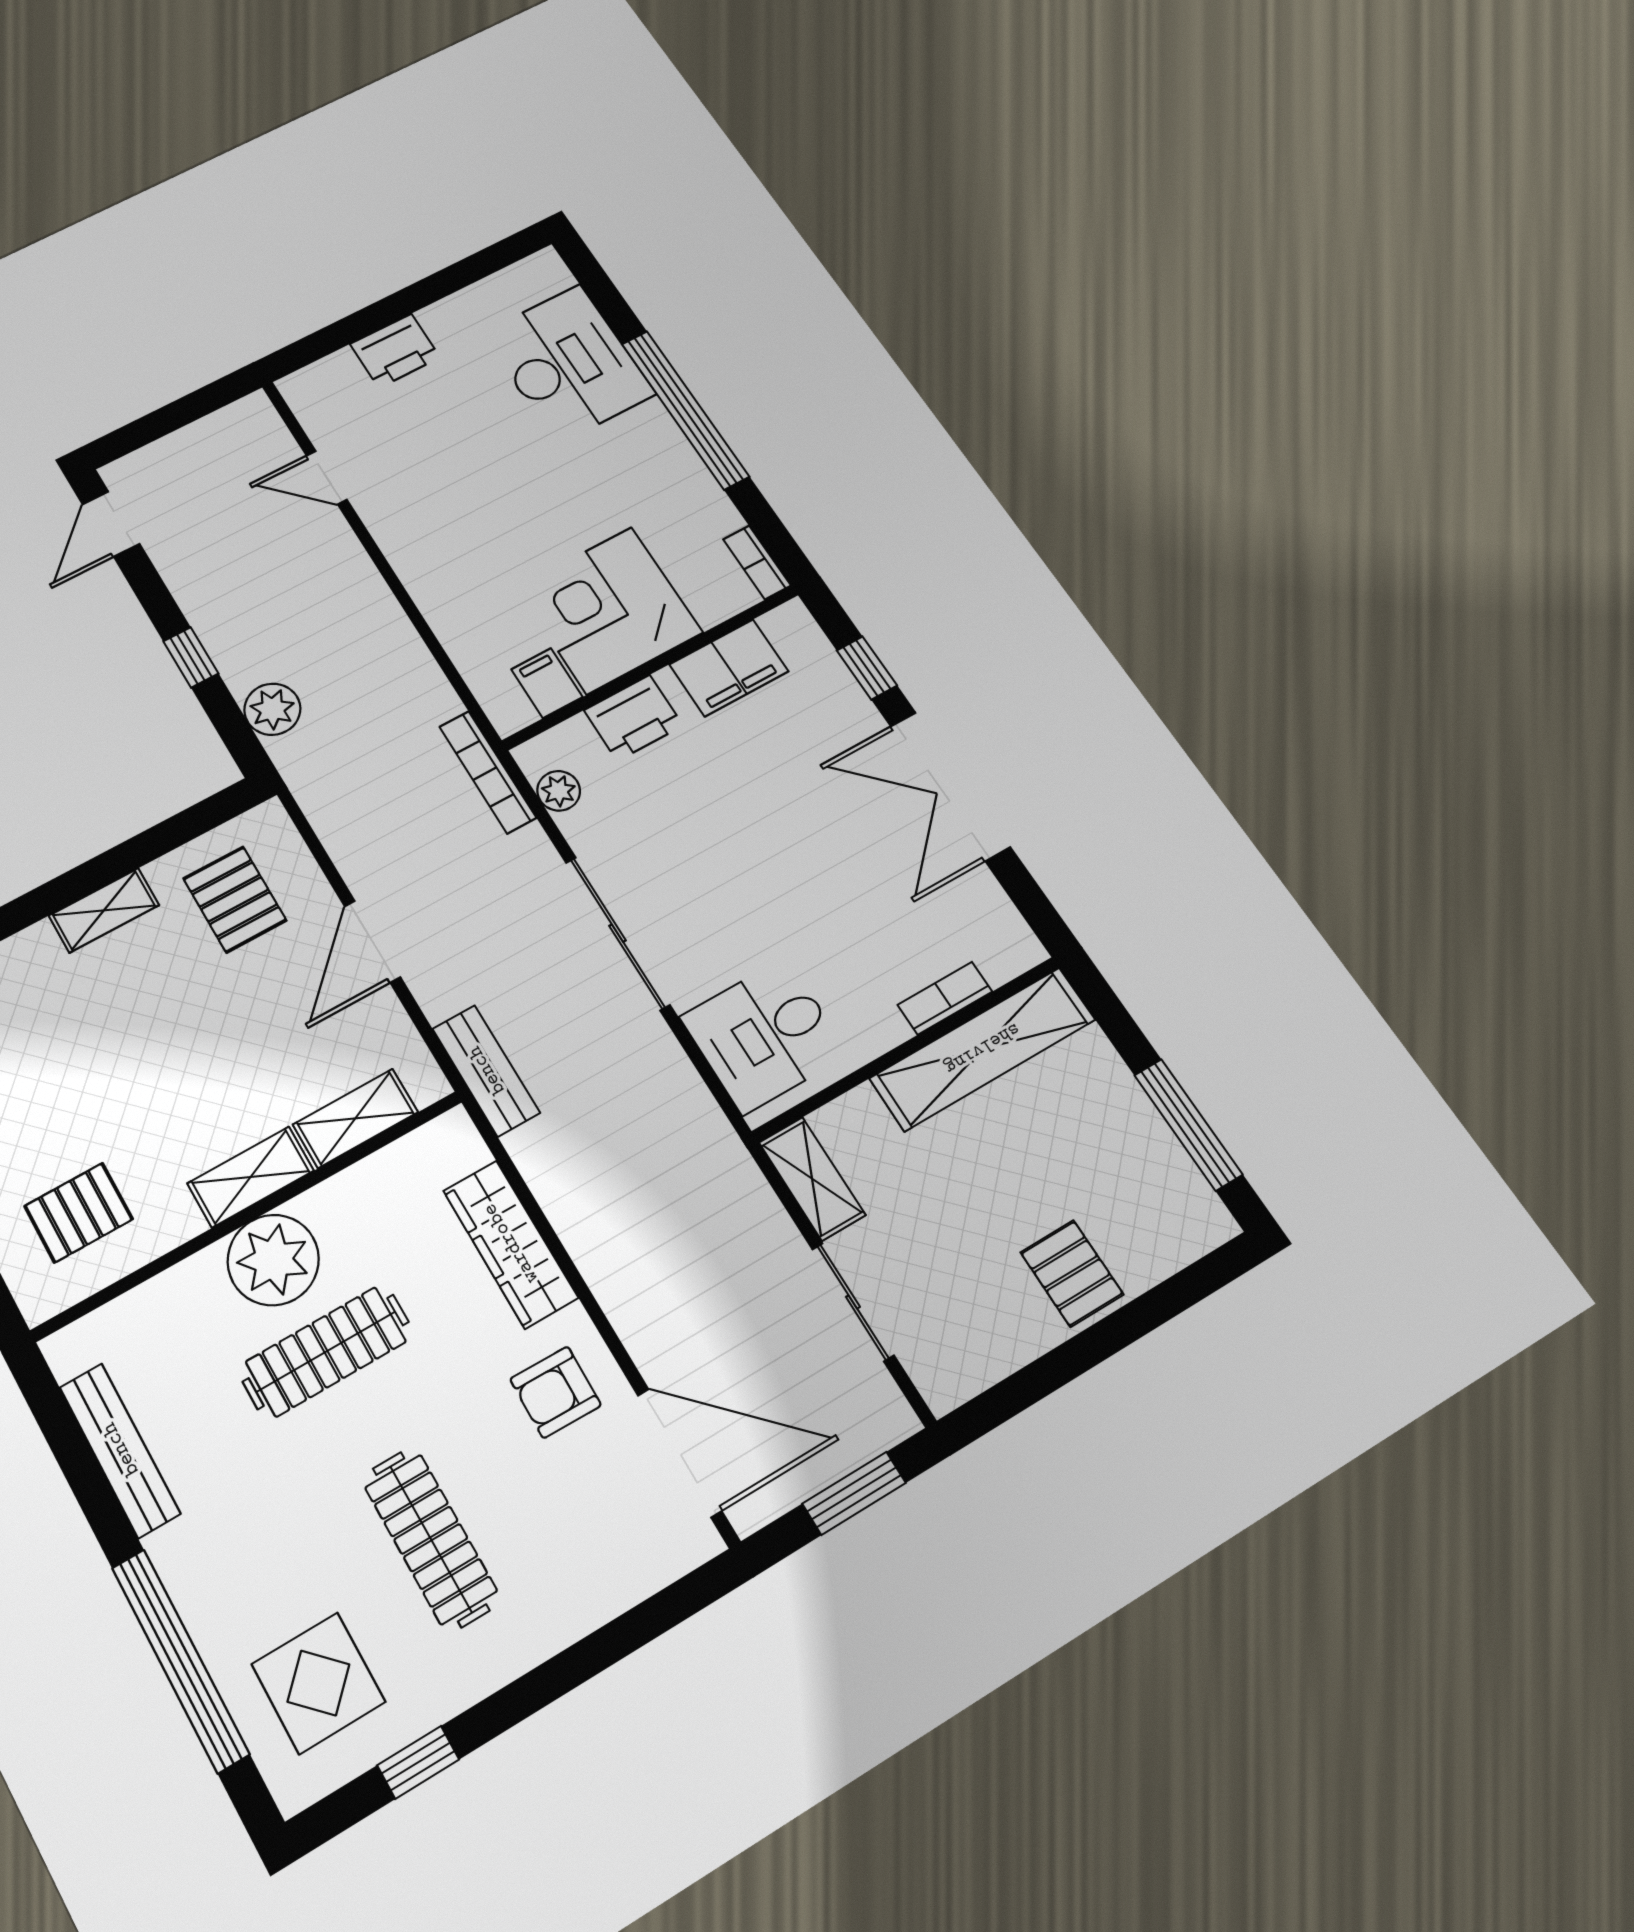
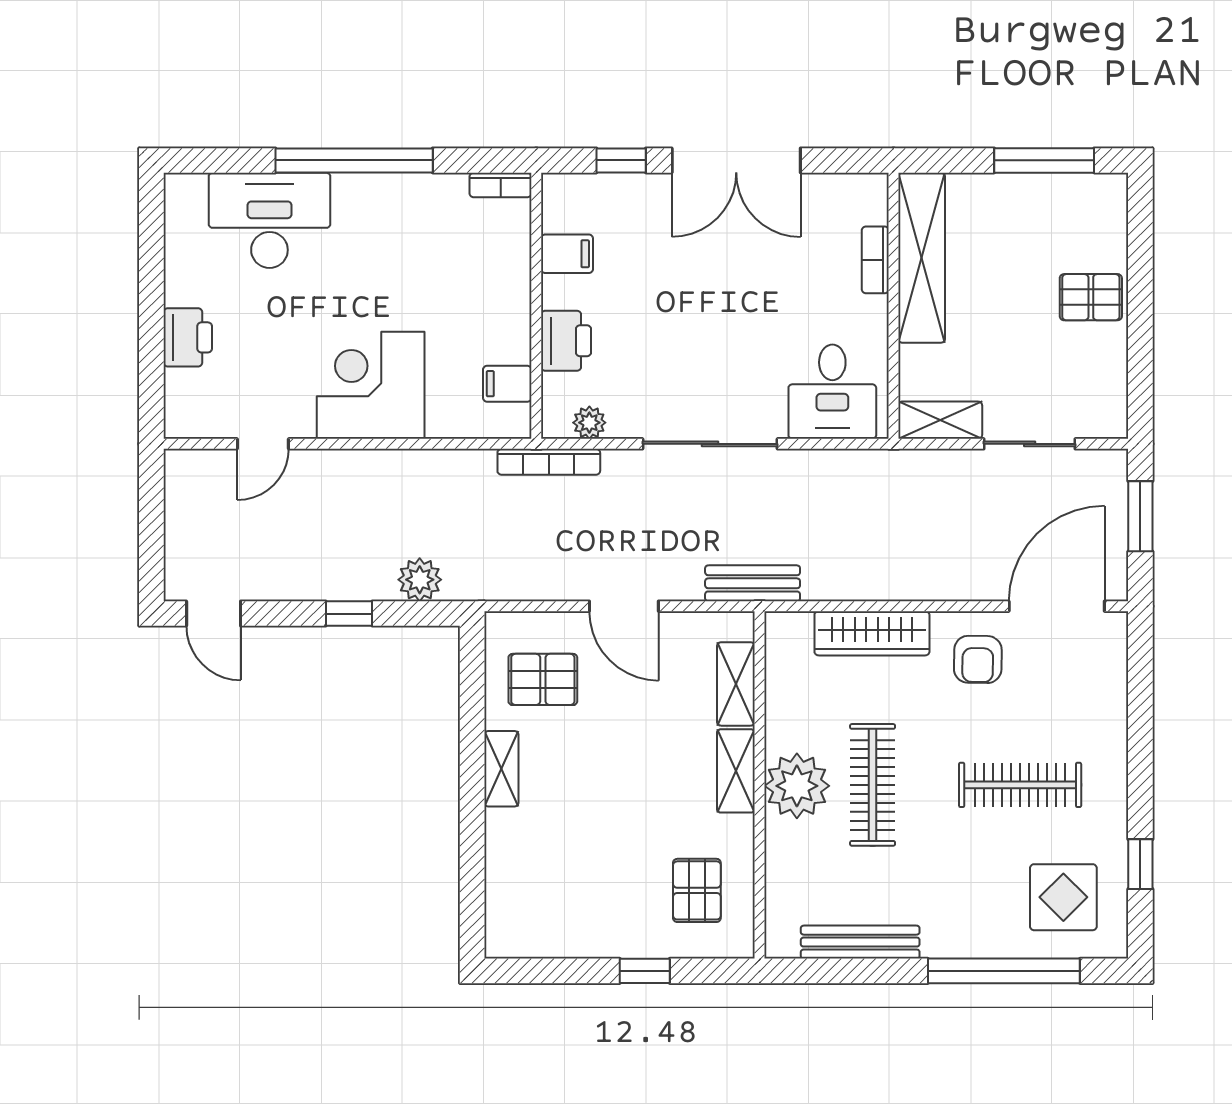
corner desk: (609, 610) -> (371, 385), moved, turned 90
filing cabinet: (729, 668) -> (567, 254), width x0.50

